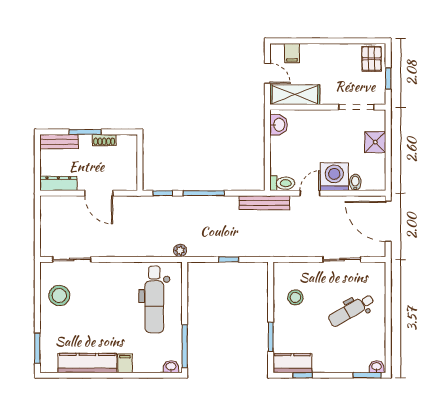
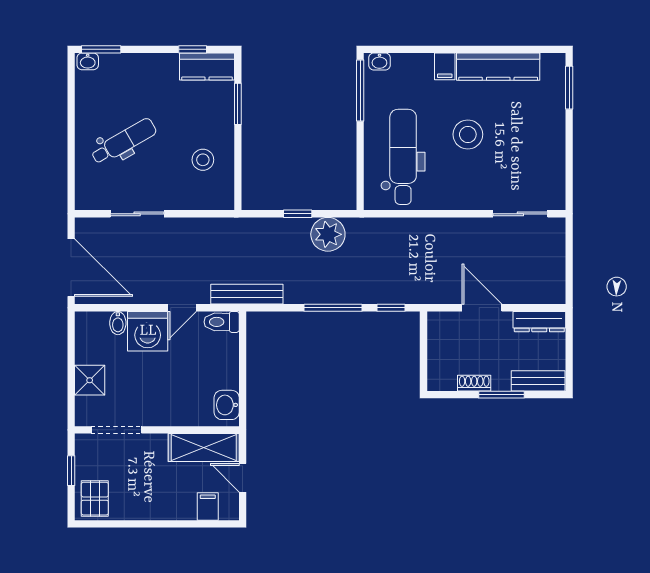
plant: (180, 251) -> (328, 234), moved, width x1.87, depth x1.87
stool: (59, 296) -> (468, 134), moved

